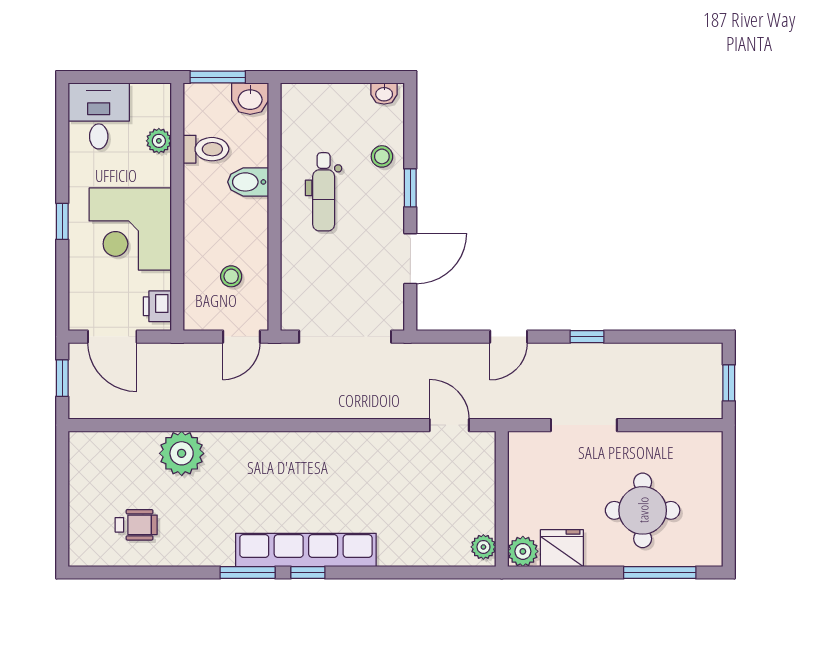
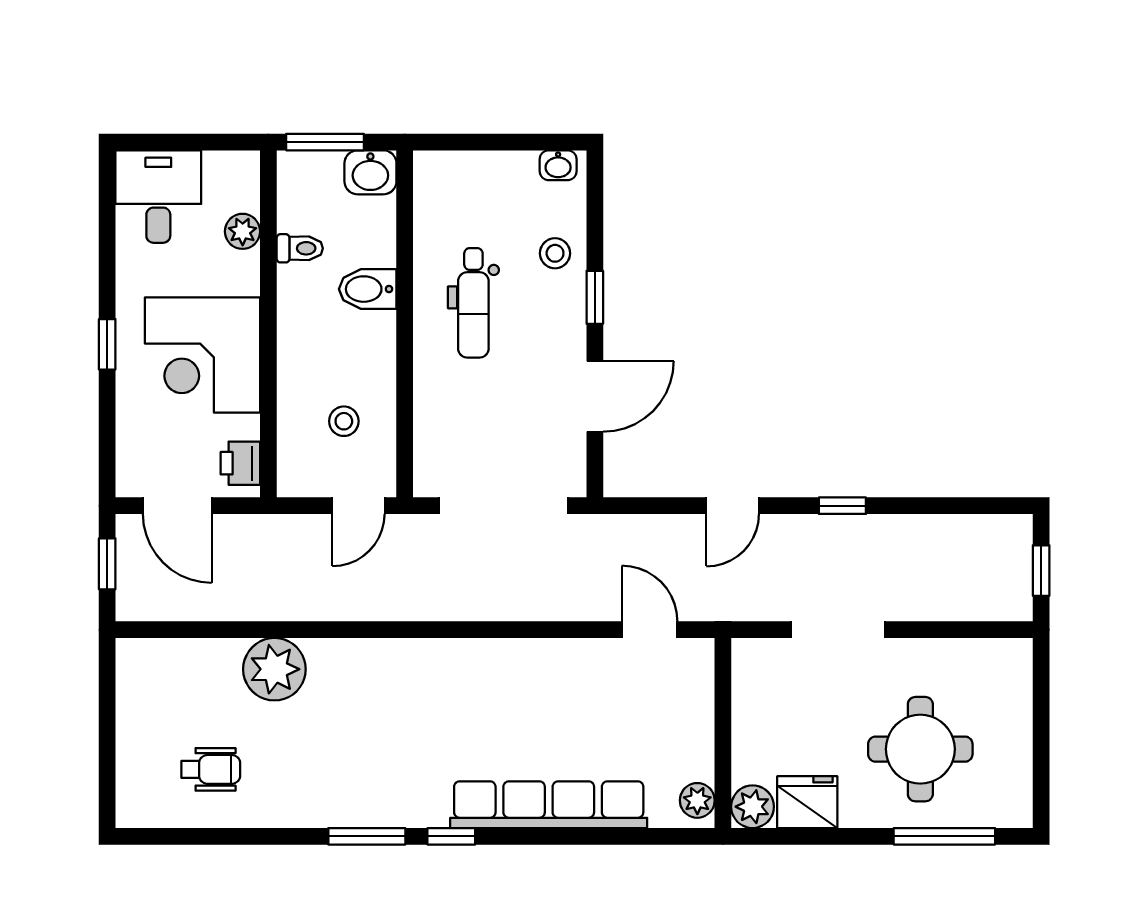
toilet: (206, 149) -> (300, 248), width x0.73, depth x0.72
row of seats: (306, 550) -> (549, 805), moved

